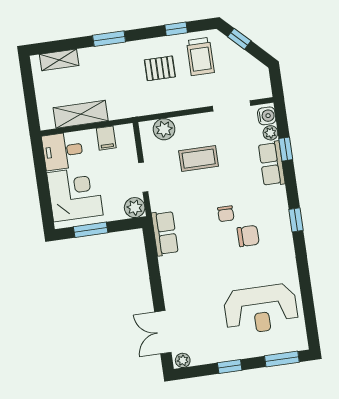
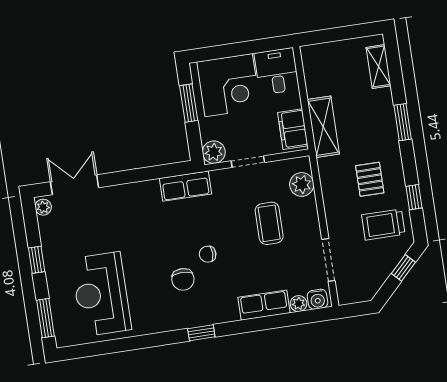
shelving: (81, 114) -> (323, 127), moved
filing cabinet: (106, 138) -> (293, 129), width x2.00
window: (286, 149) -> (280, 321), removed

